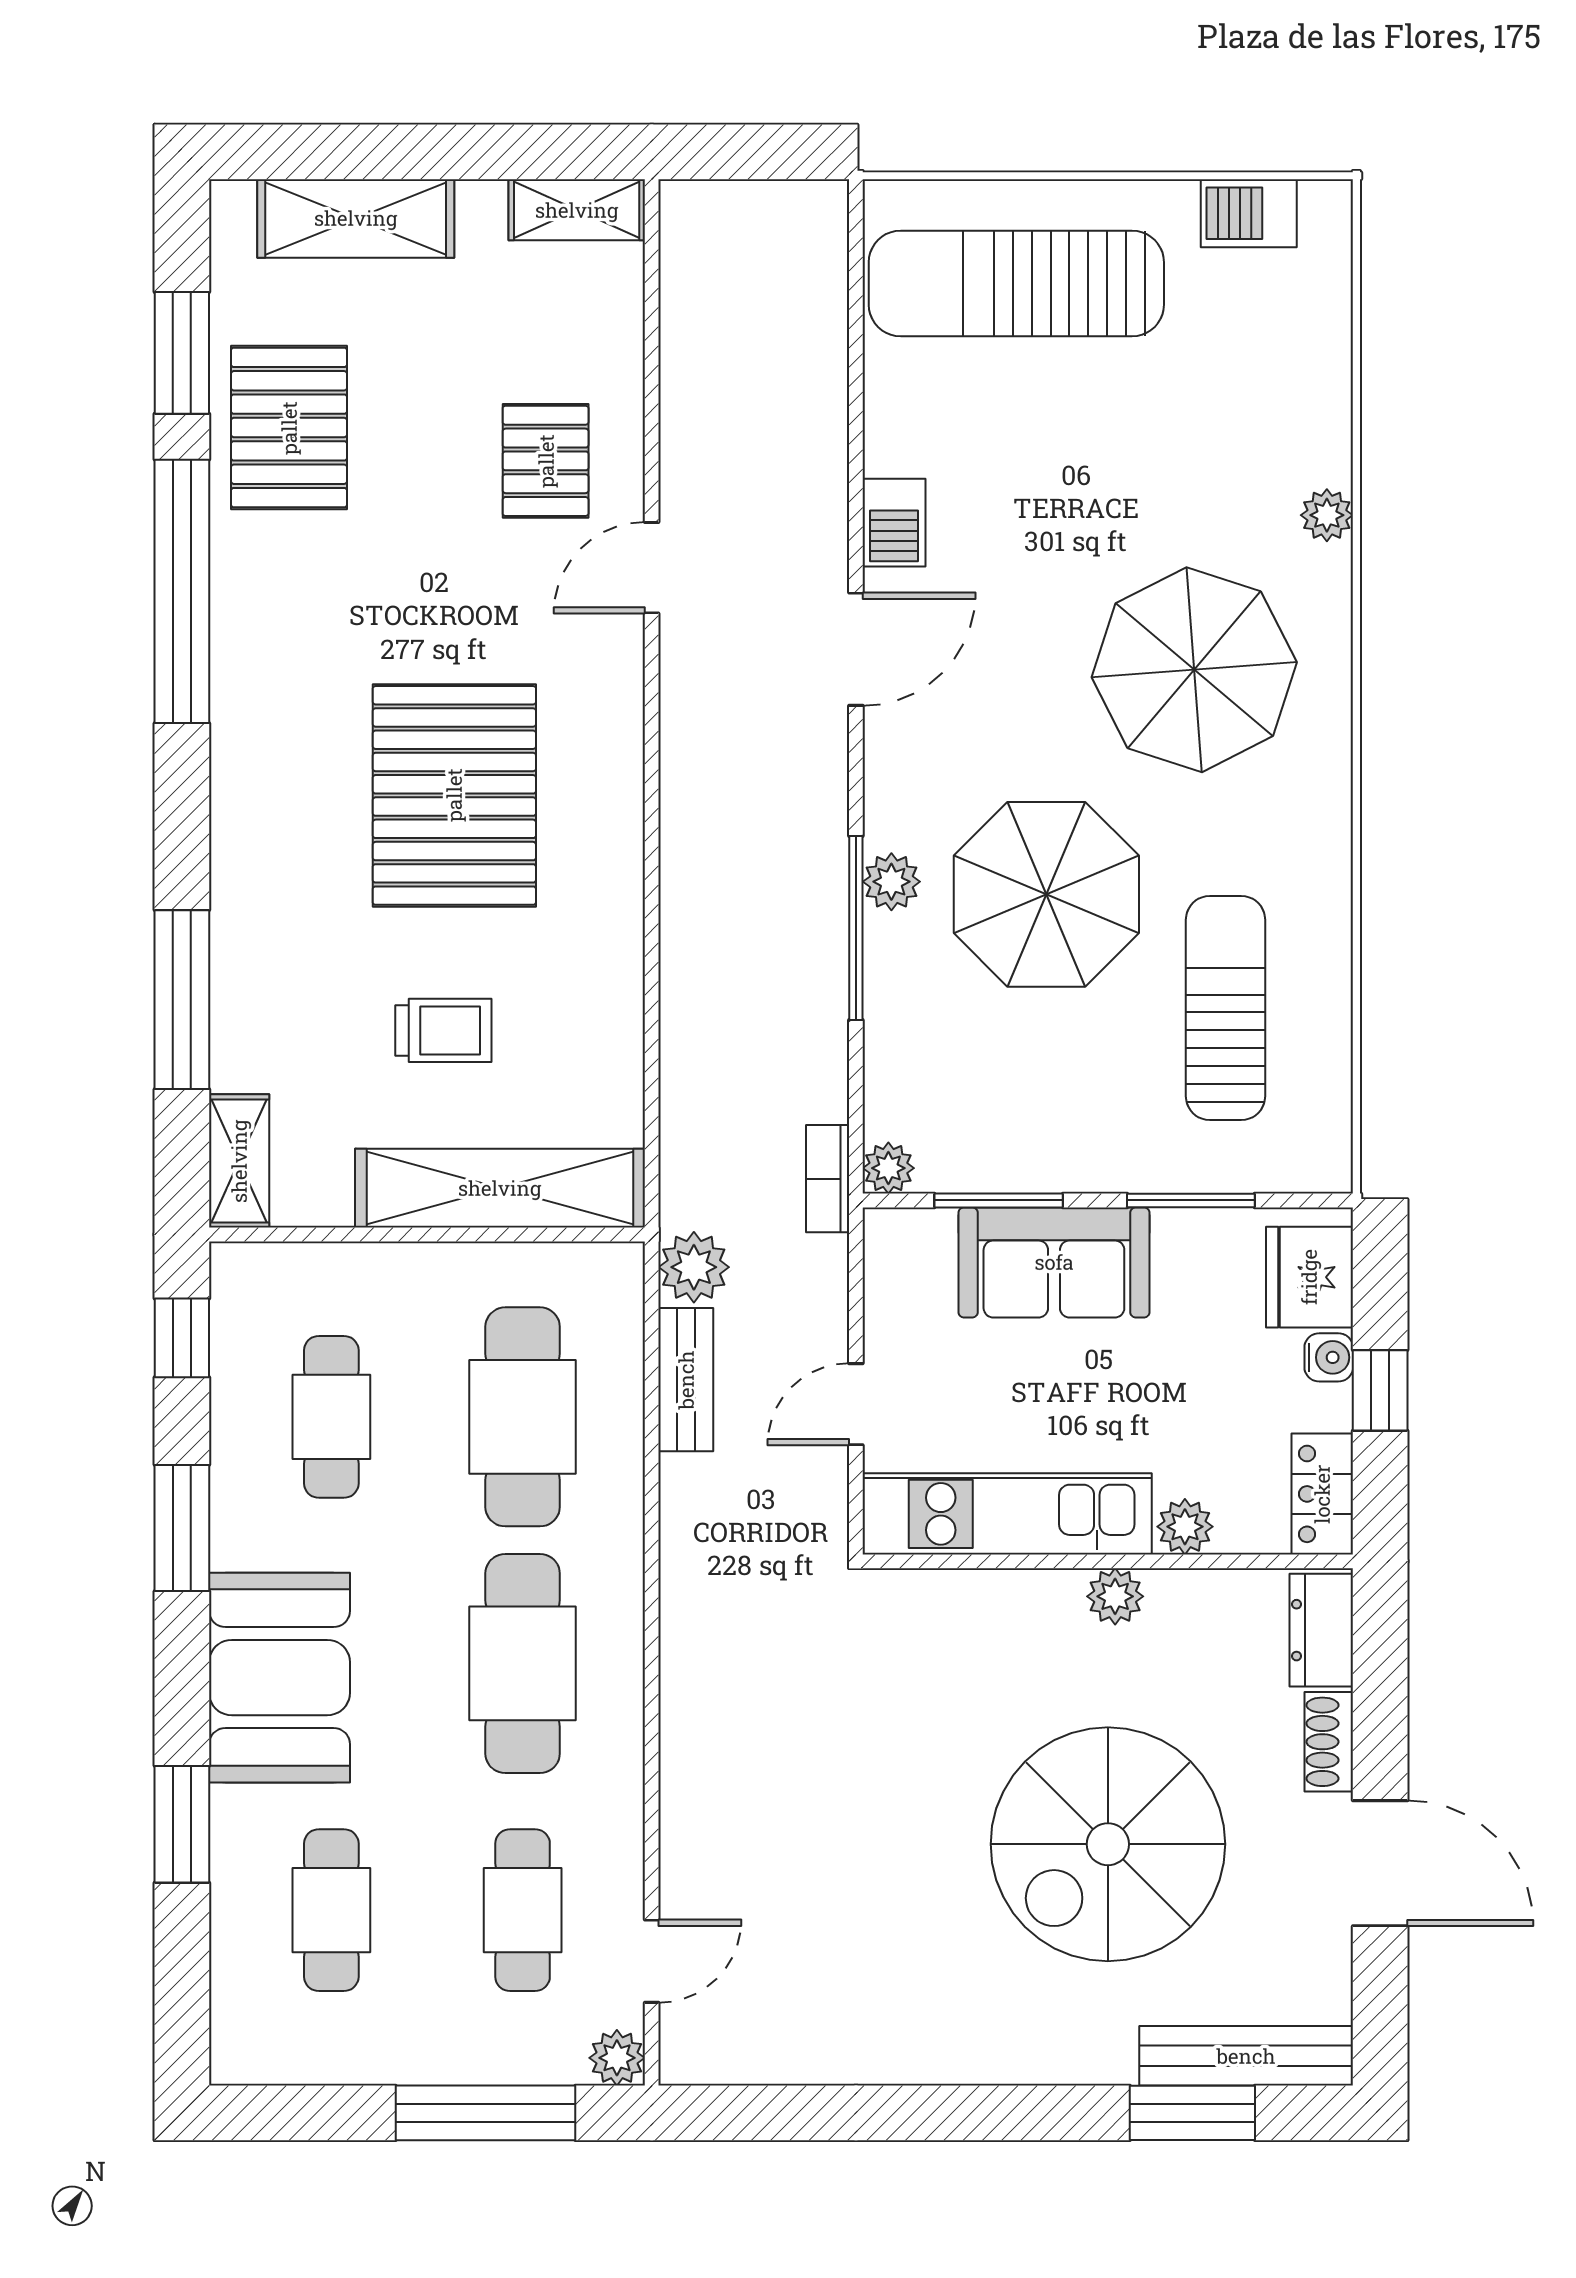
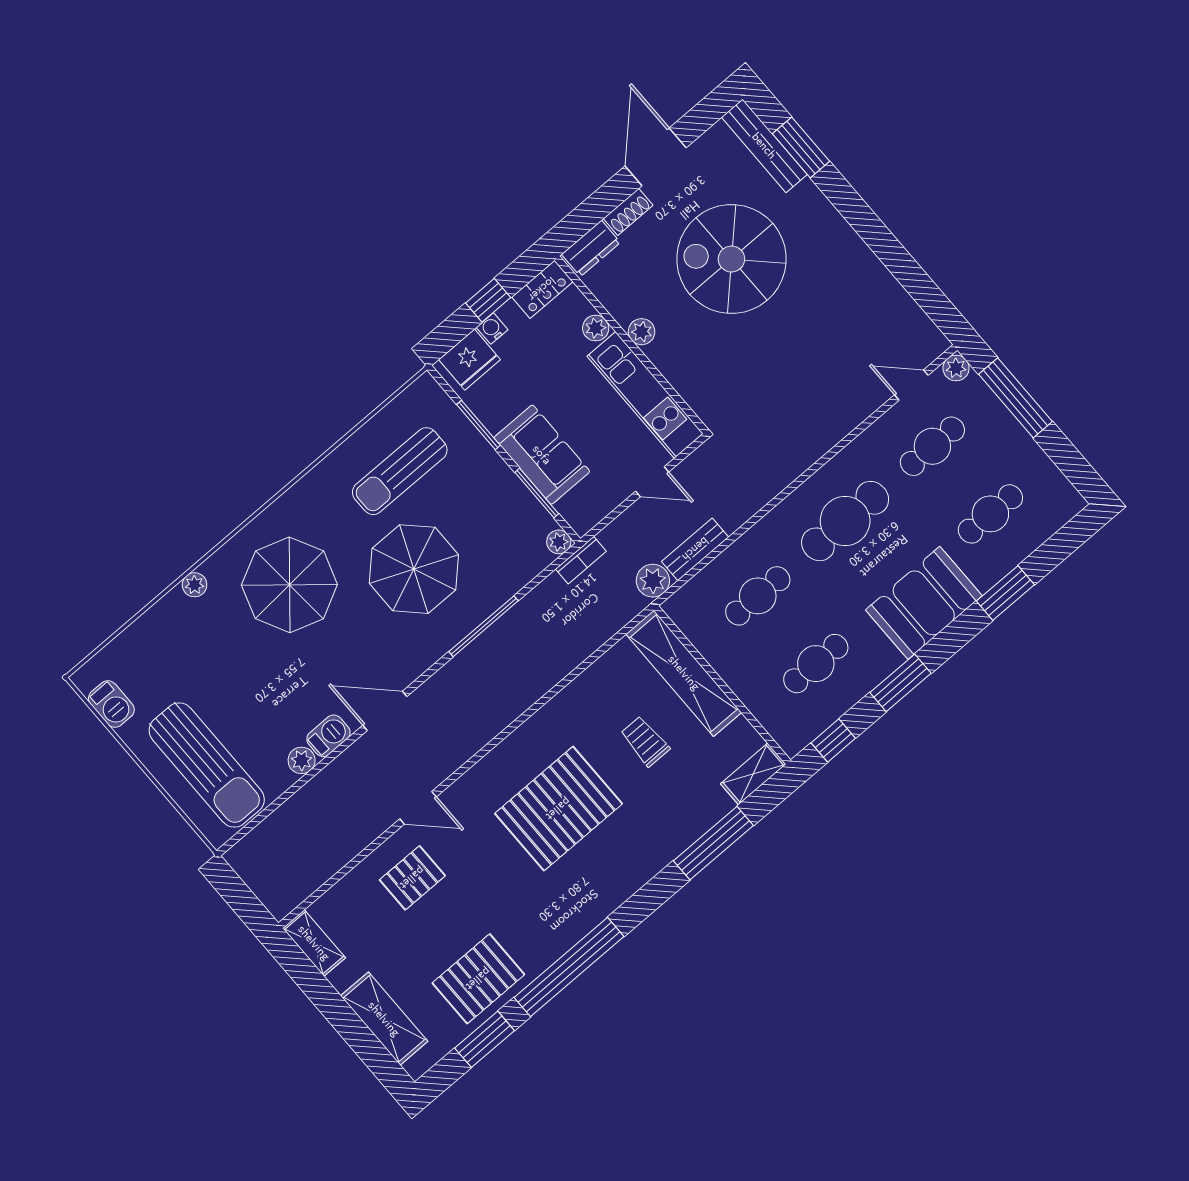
plant: (891, 882) -> (302, 760), moved
cafe table: (523, 1417) -> (758, 596), width x0.73, depth x0.74
spiral stairs: (1108, 1844) -> (731, 259), turned 180

